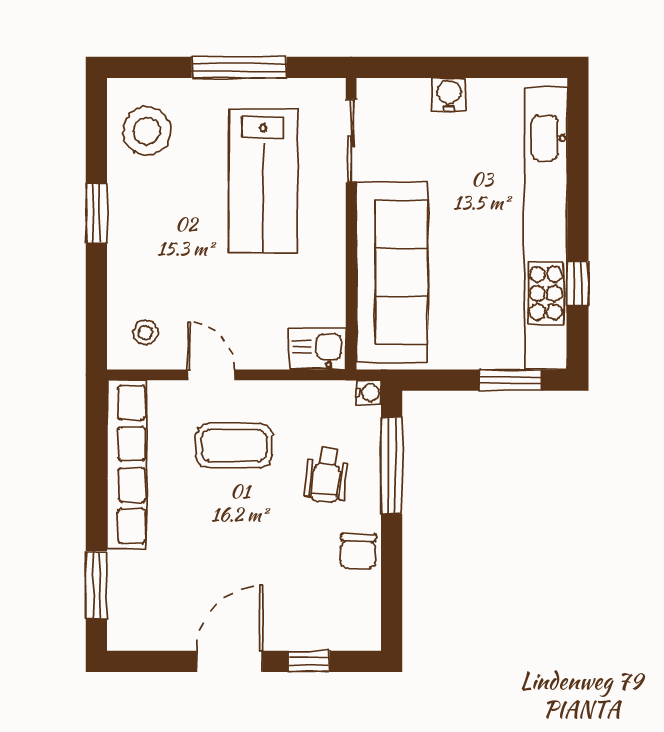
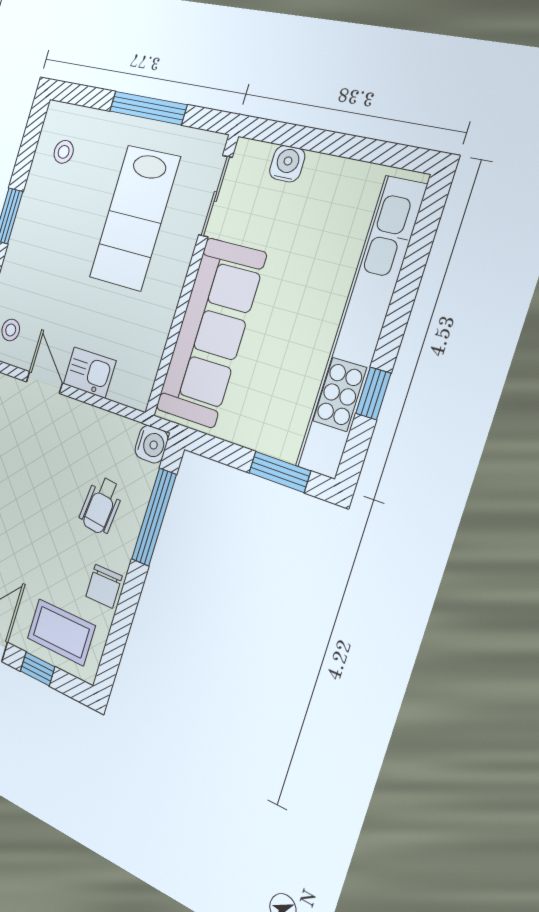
water cooler: (449, 95) -> (287, 164), moved
stool: (147, 131) -> (64, 152), width x0.53, depth x0.53
kitchen sink: (317, 349) -> (90, 372), moved
water cooler: (368, 393) -> (151, 444), width x1.38, depth x1.38
coffee table: (234, 446) -> (61, 632), moved

